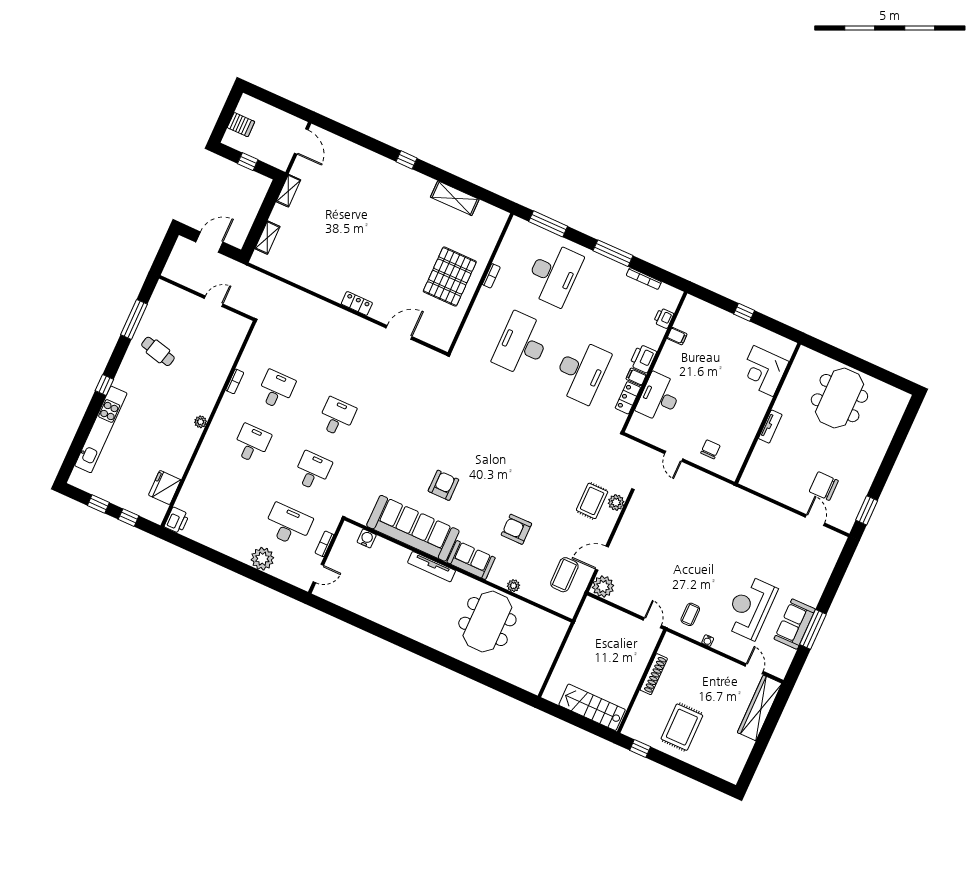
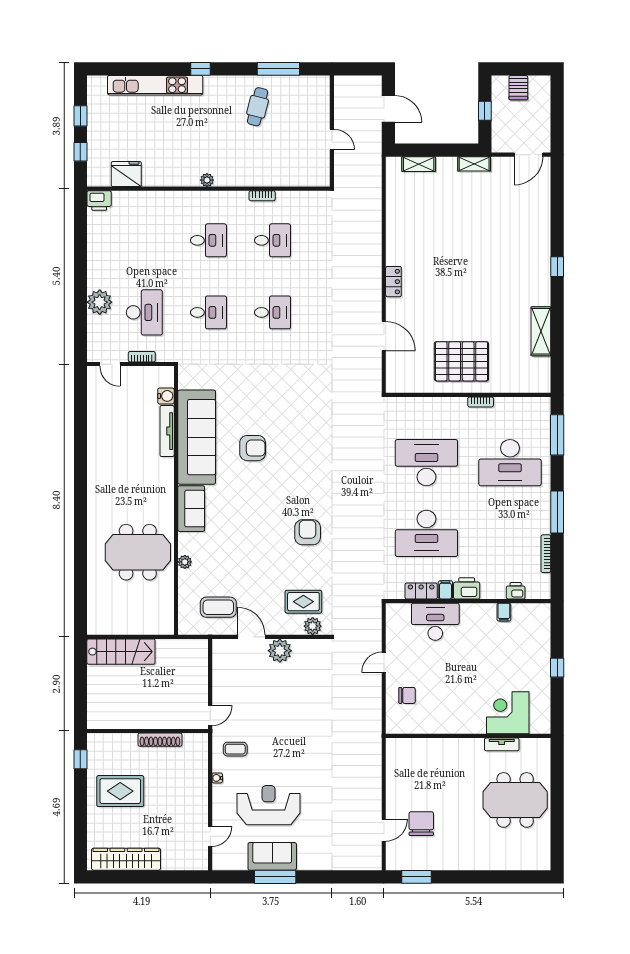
tv unit: (770, 427) -> (502, 744), moved
armchair: (516, 529) -> (308, 532), moved
tv unit: (432, 567) -> (167, 431), moved
plant: (603, 586) -> (280, 651), moved
stairs: (592, 707) -> (121, 652), moved, turned 90
wardrobe: (760, 708) -> (126, 859), moved

